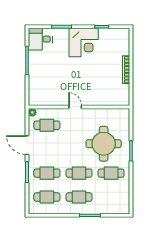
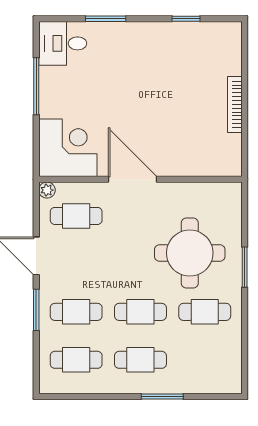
corner desk: (84, 43) -> (68, 148), moved, turned -90
door: (75, 107) -> (133, 179), width x1.87

